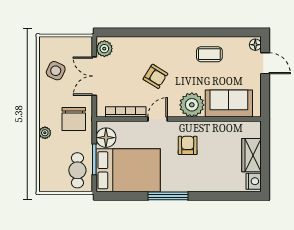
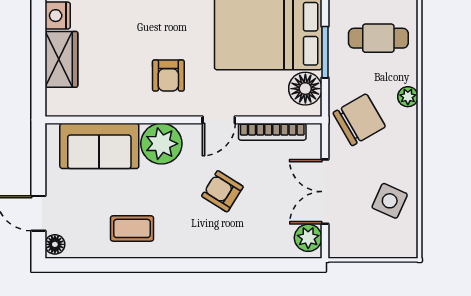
double door: (94, 76) -> (325, 192), swing flipped
chair: (74, 119) -> (359, 120), turned 60
cafe table: (77, 170) -> (378, 38), moved, turned 90

